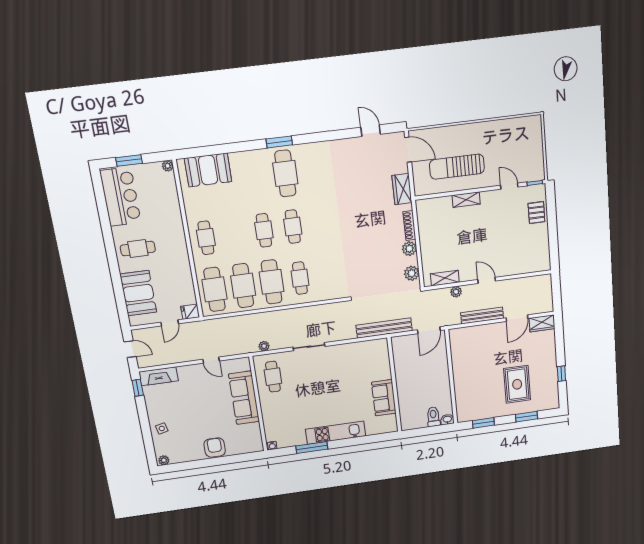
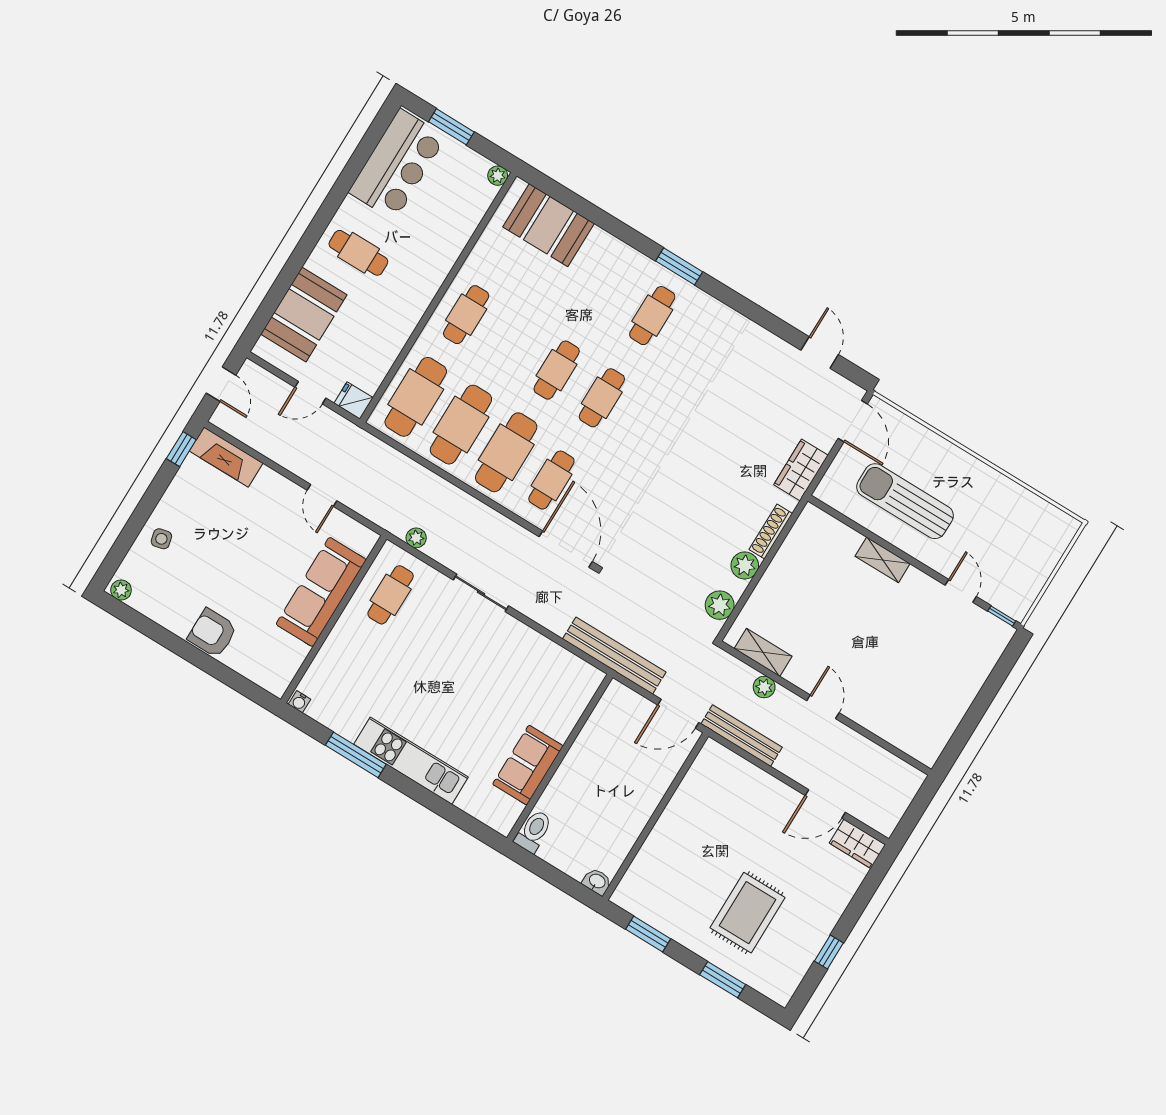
cafe table: (285, 173) -> (652, 316), width x0.73, depth x0.74
pallet: (536, 213) -> (973, 663), removed
door: (329, 302) -> (566, 549), added
bench: (482, 316) -> (742, 736), moved
toilet: (433, 417) -> (534, 831), moved
armchair: (215, 448) -> (212, 633), turned -90

